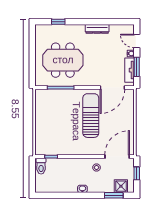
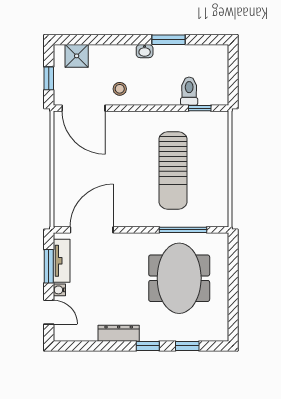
window: (81, 22) -> (148, 346), added
meeting table: (63, 60) -> (179, 278), turned 90
sun lounger: (91, 116) -> (173, 170), moved
door: (117, 157) -> (83, 108), hinge flipped
toilet: (41, 166) -> (189, 91), moved
window: (114, 195) -> (169, 40), moved

